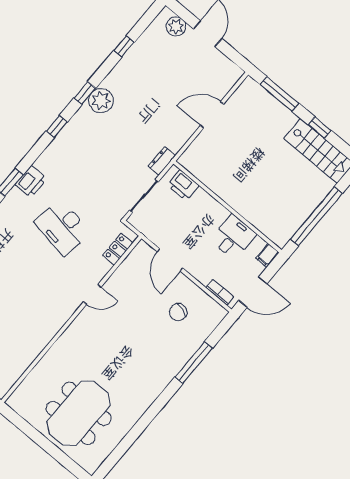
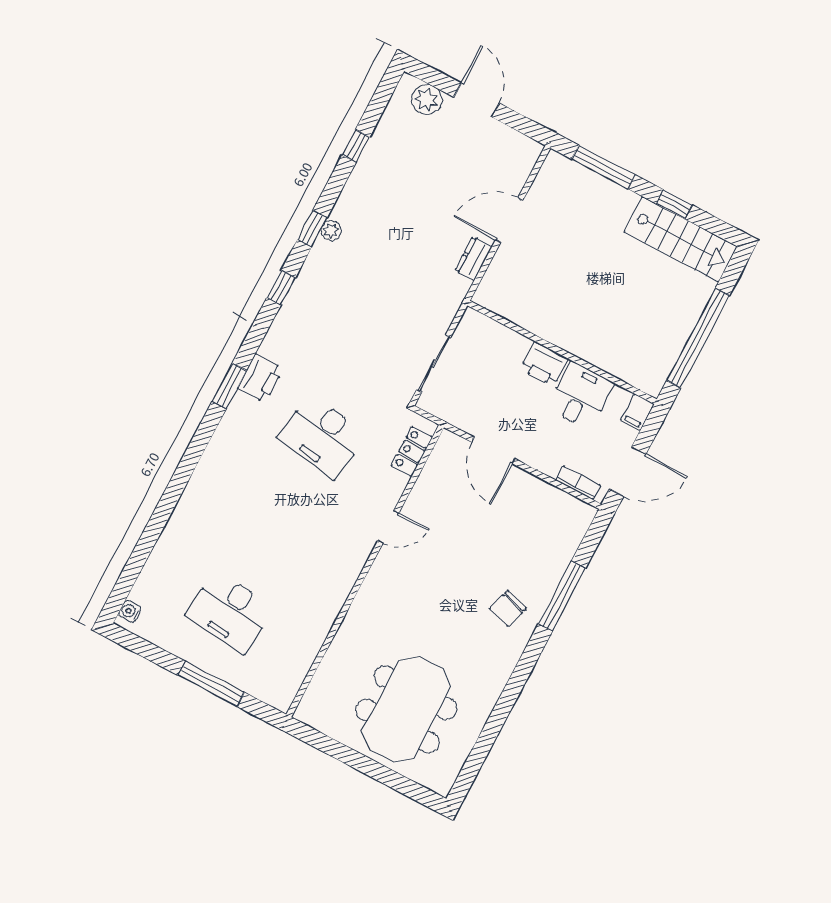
plant: (101, 101) -> (331, 231), width x0.53, depth x0.53
dresser: (162, 161) -> (474, 259), moved
printer: (183, 185) -> (544, 364), moved
chair: (178, 312) -> (508, 608), moved

